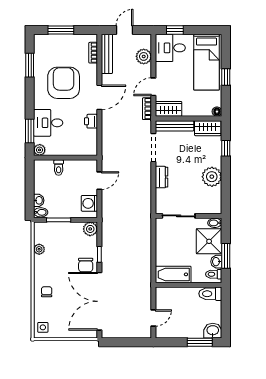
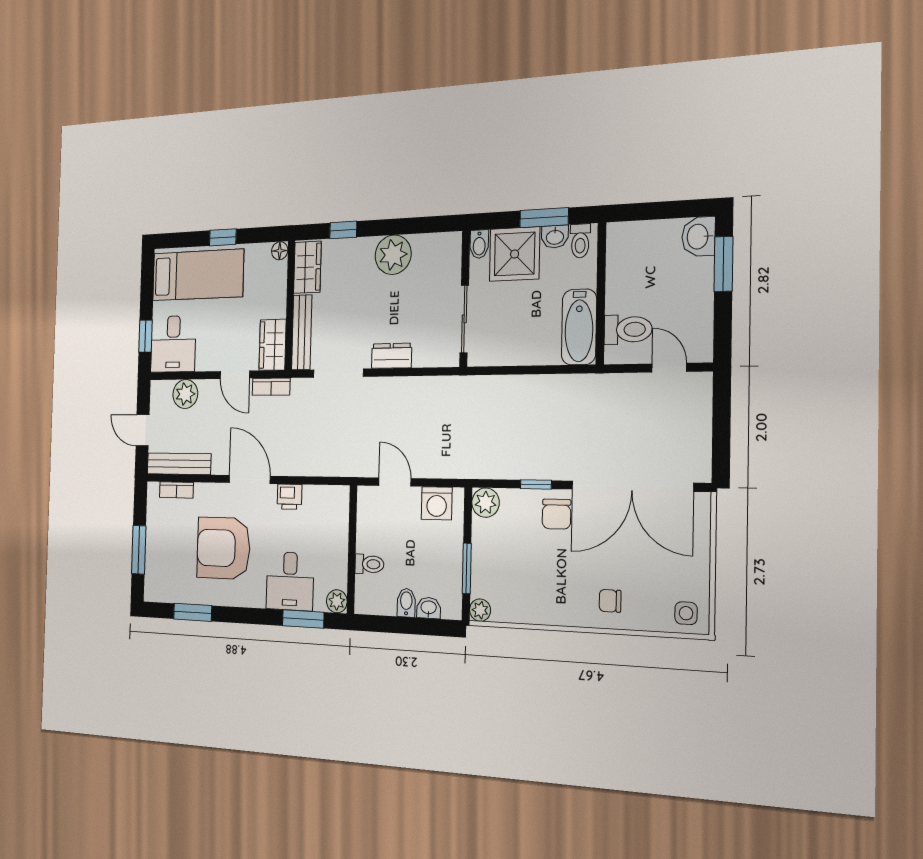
bidet: (41, 212) -> (406, 603), moved
plant: (39, 249) -> (480, 610), moved
chair: (86, 265) -> (557, 514), turned 90
toilet: (210, 294) -> (628, 329), moved, turned -90

